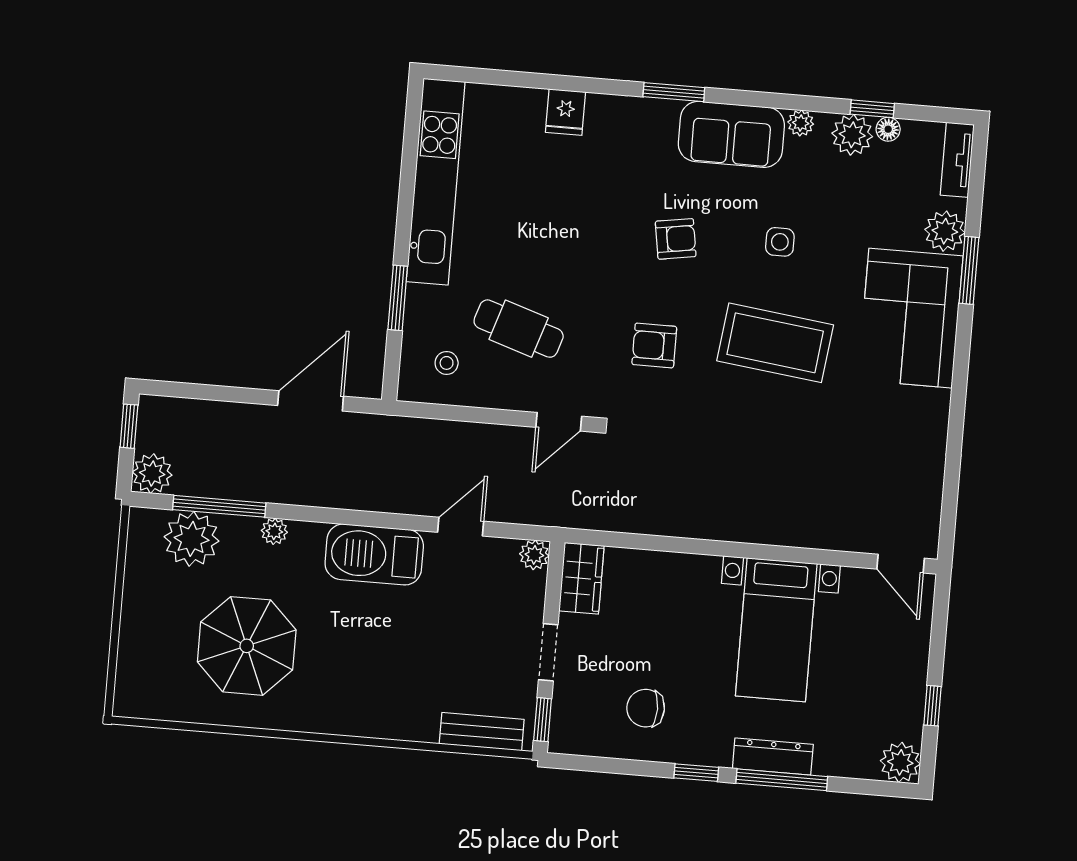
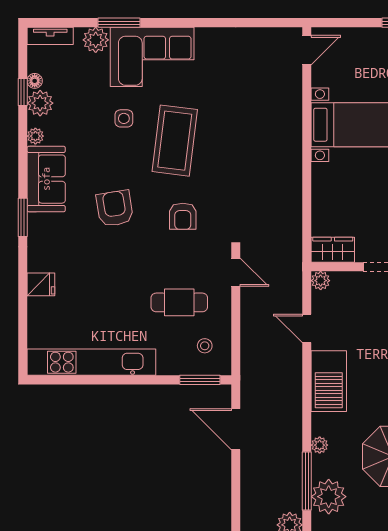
armchair: (676, 239) -> (115, 208), width x1.38, depth x1.38
side table: (780, 242) -> (124, 118), moved
window: (398, 298) -> (200, 380), moved
cafe table: (519, 329) -> (179, 302), turned 72

